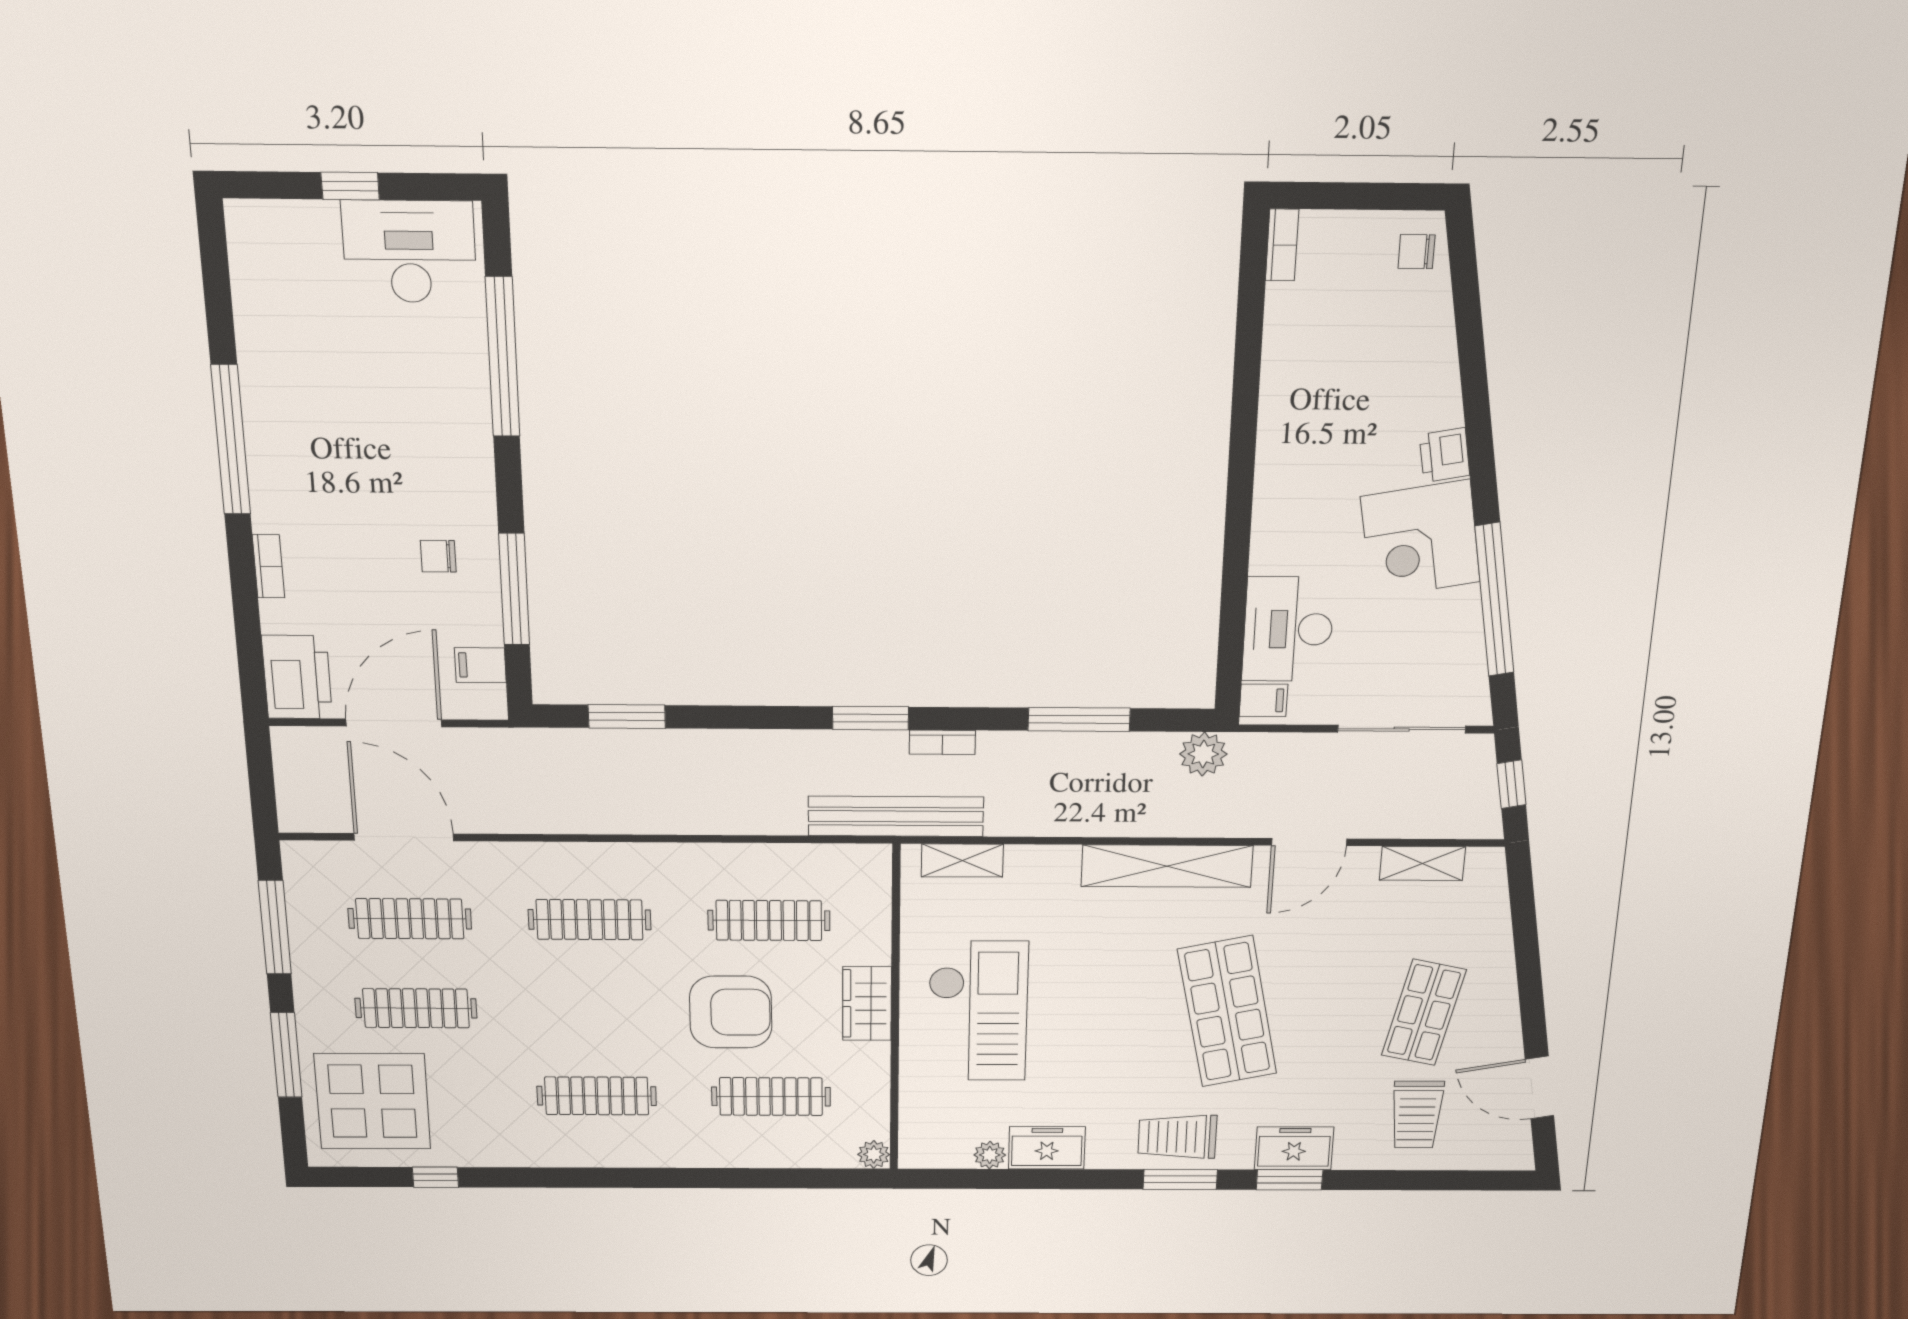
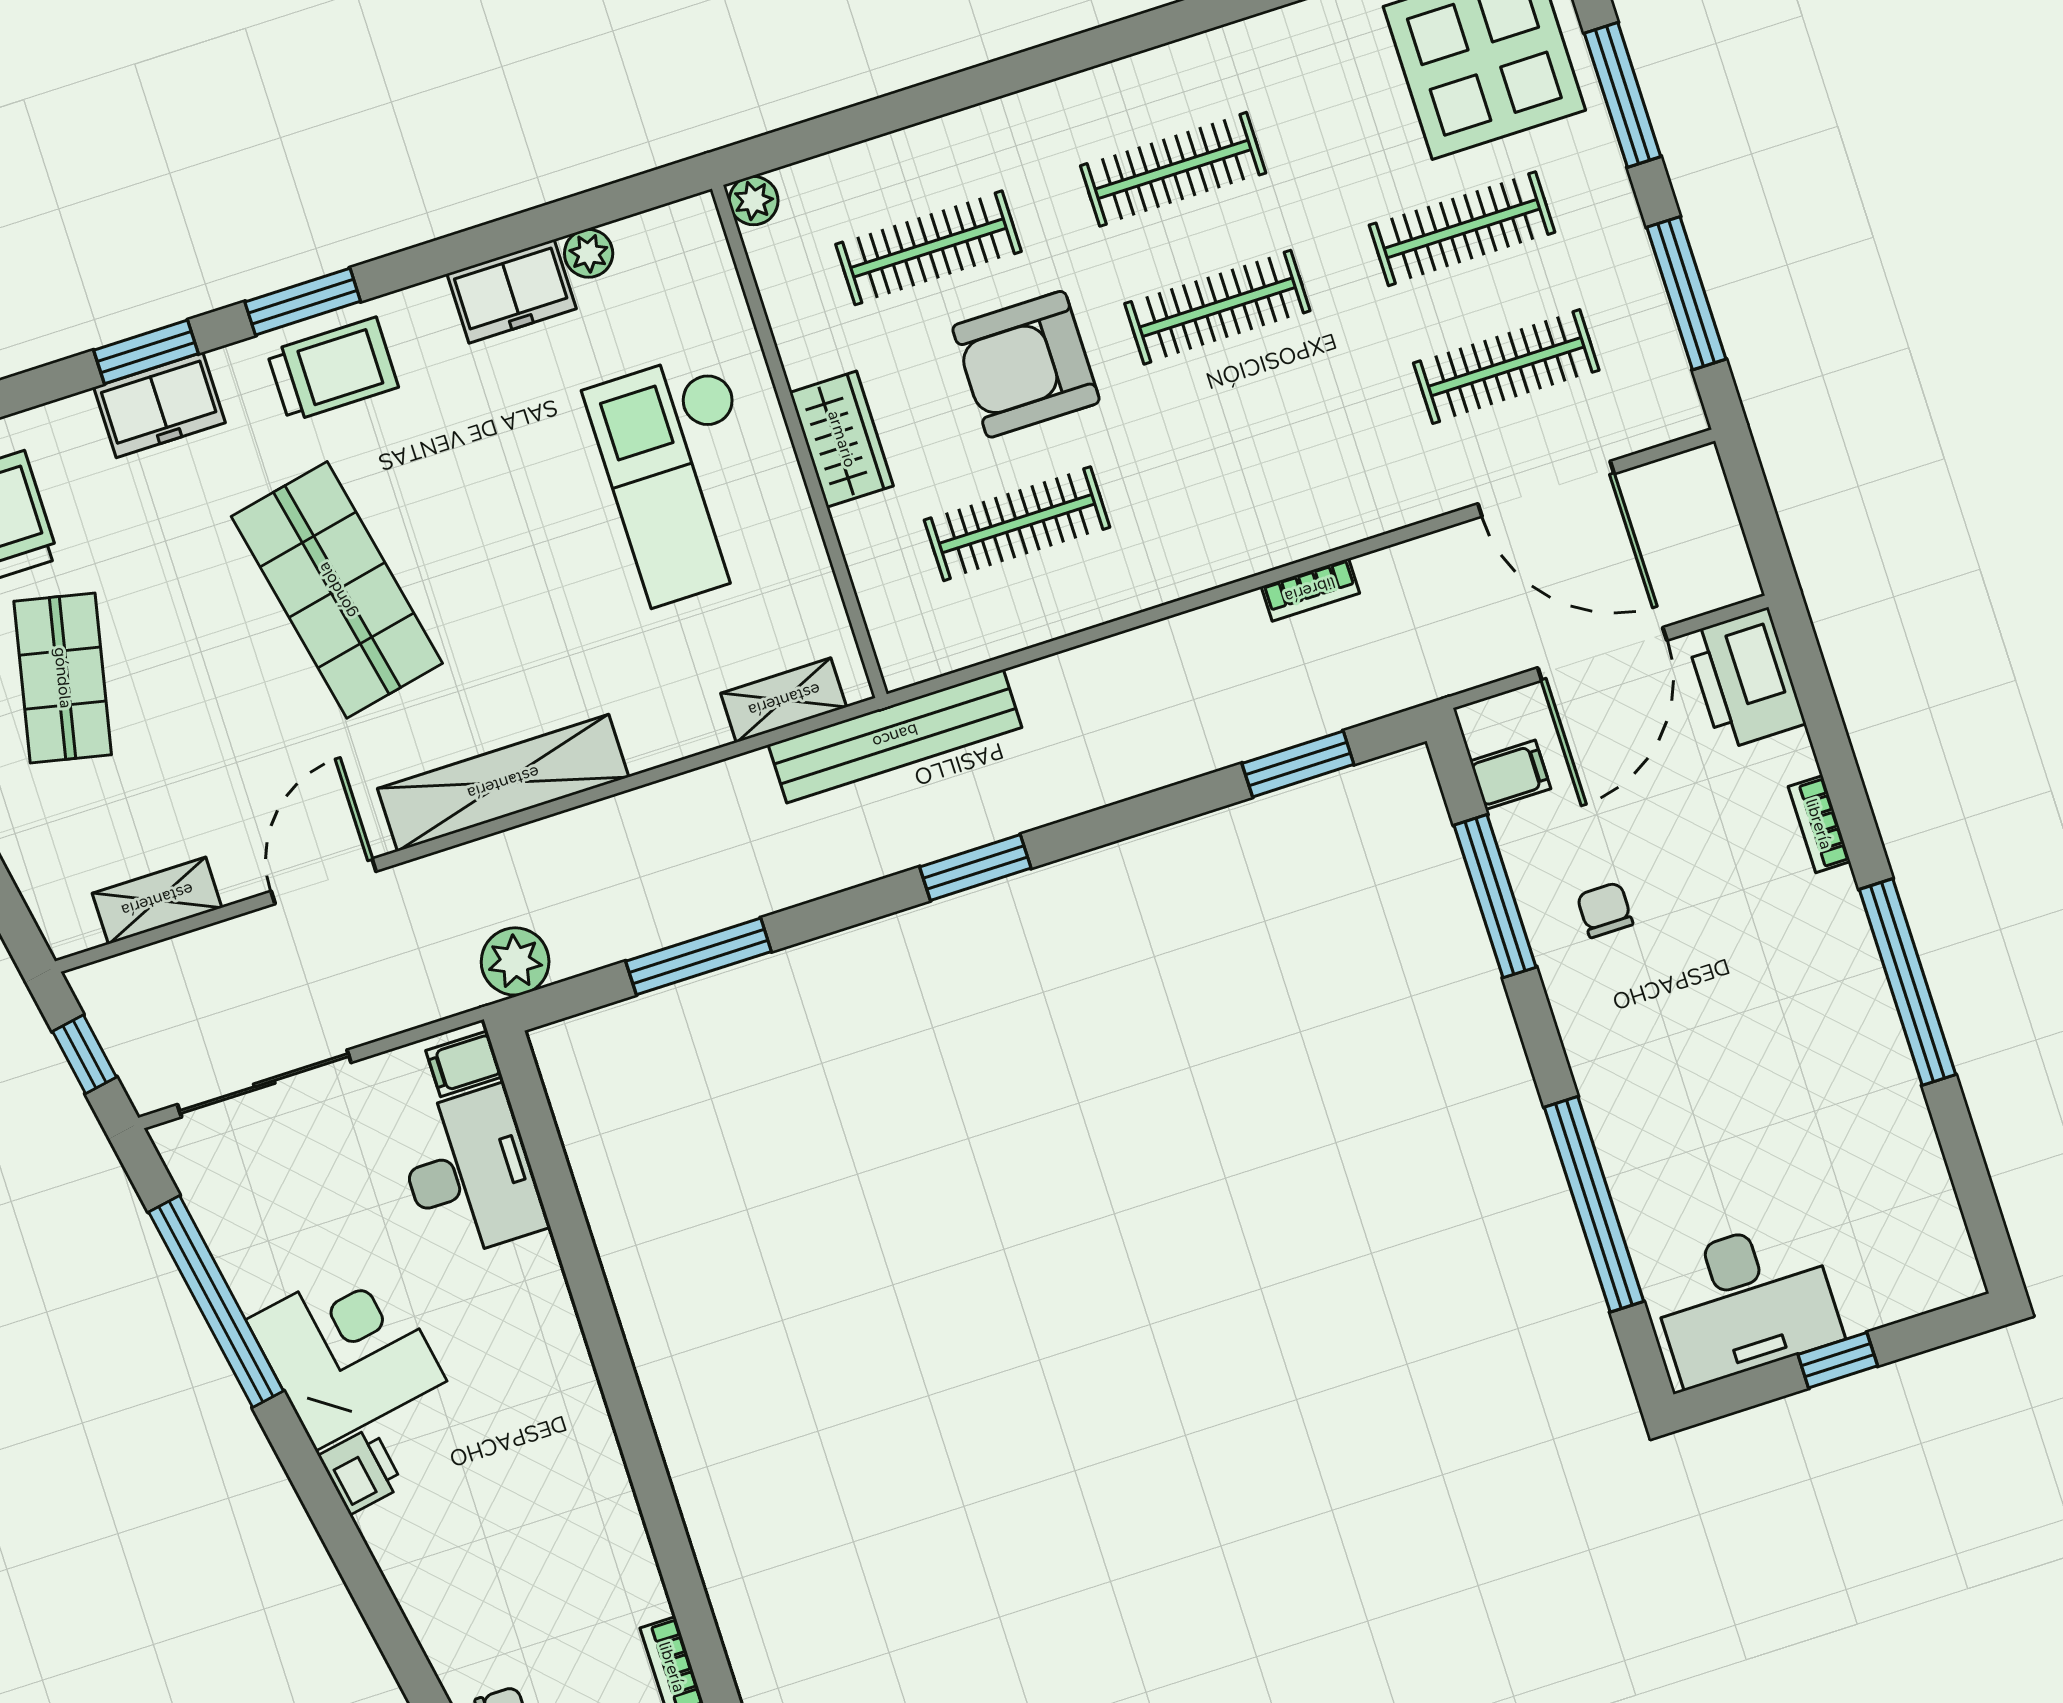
chair: (438, 556) -> (1605, 910), turned -90
bookcase: (942, 742) -> (1310, 590), moved, turned 180
clothes rail: (590, 920) -> (1217, 307), moved

